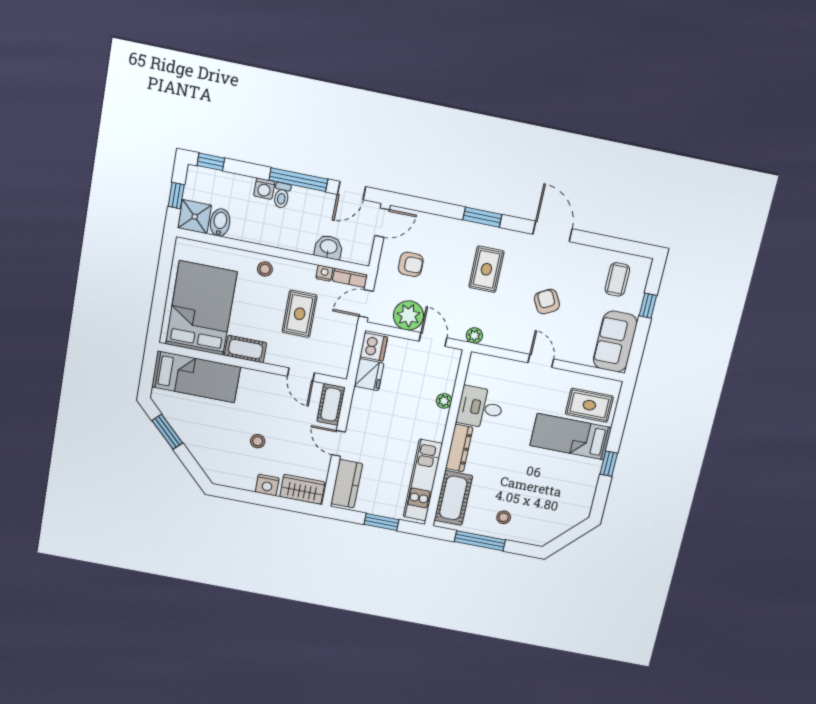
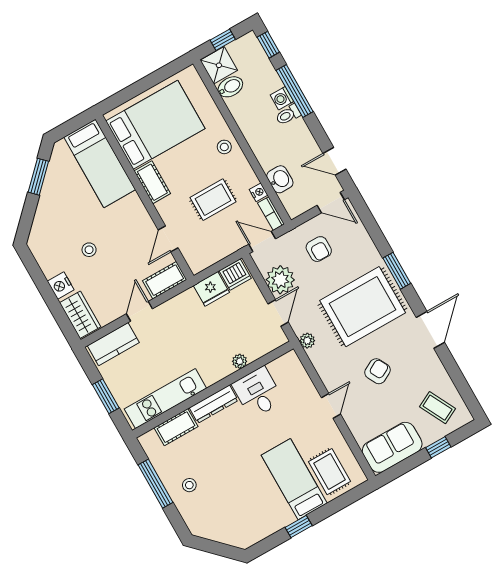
window: (298, 180) -> (295, 91), moved
rug: (486, 269) -> (363, 307), width x1.86, depth x2.06
coffee table: (617, 279) -> (437, 408), turned 63
cot: (453, 498) -> (176, 427), width x0.73, depth x0.75

